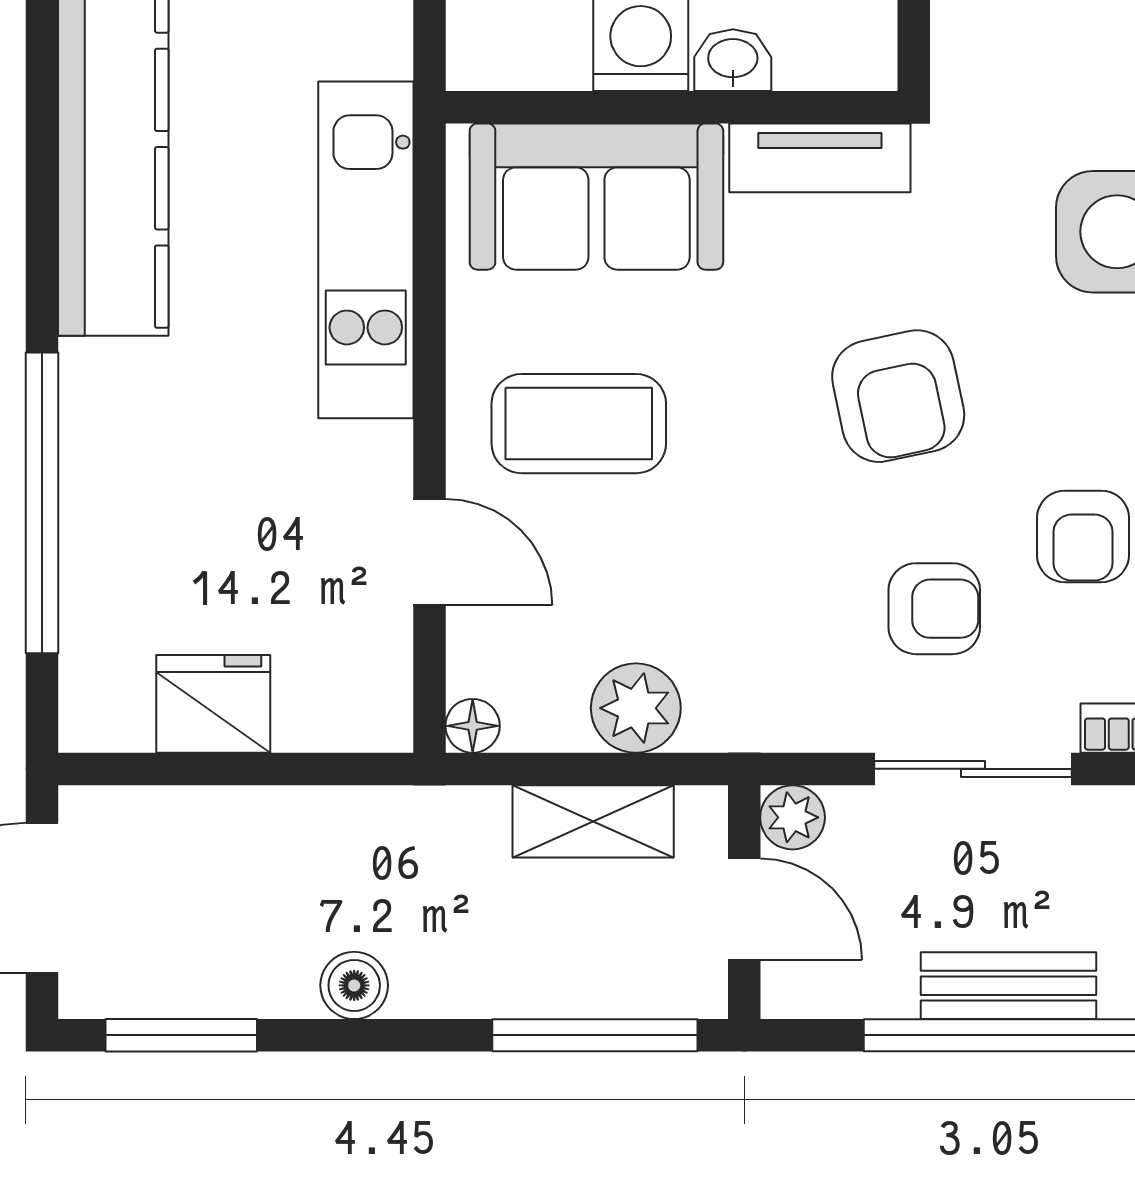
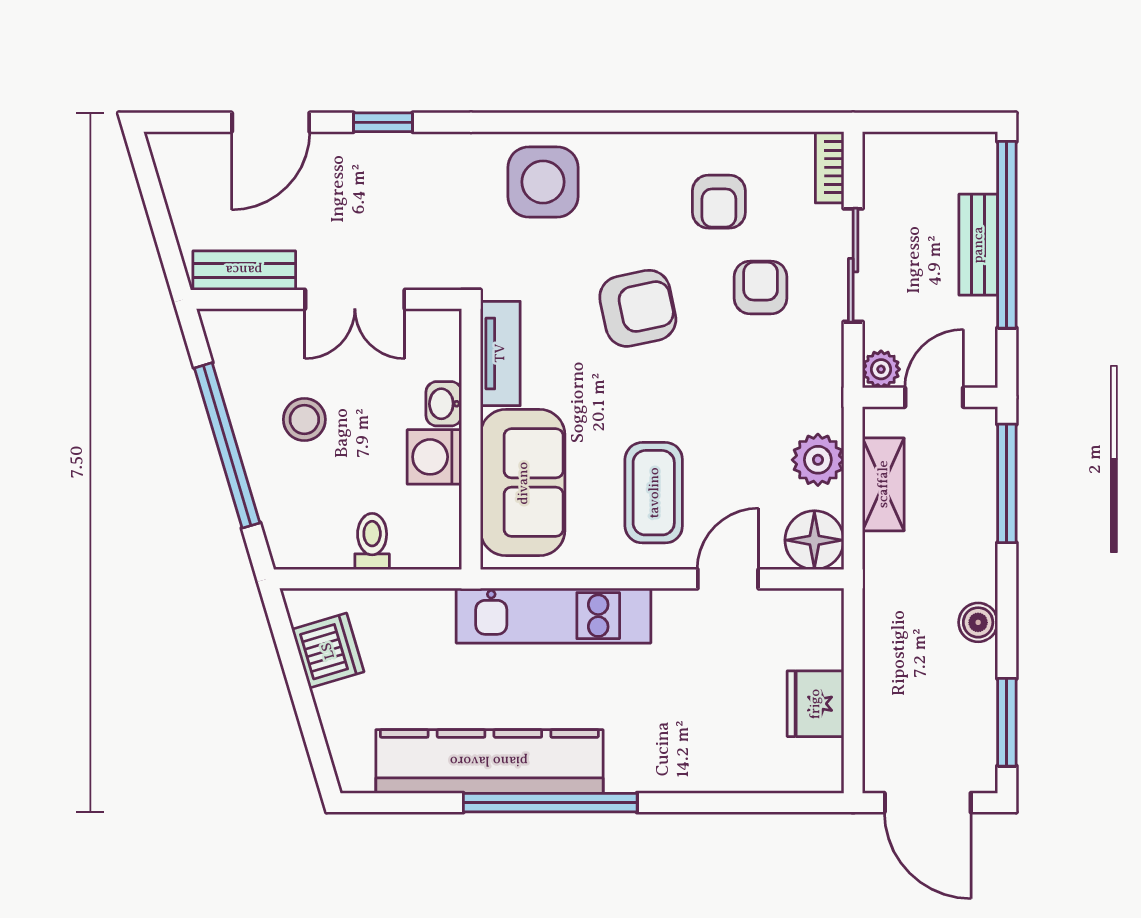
window: (42, 503) -> (550, 803), moved
armchair: (1083, 536) -> (719, 202), turned 90
floor lamp: (473, 726) -> (814, 540), width x1.89, depth x1.89

